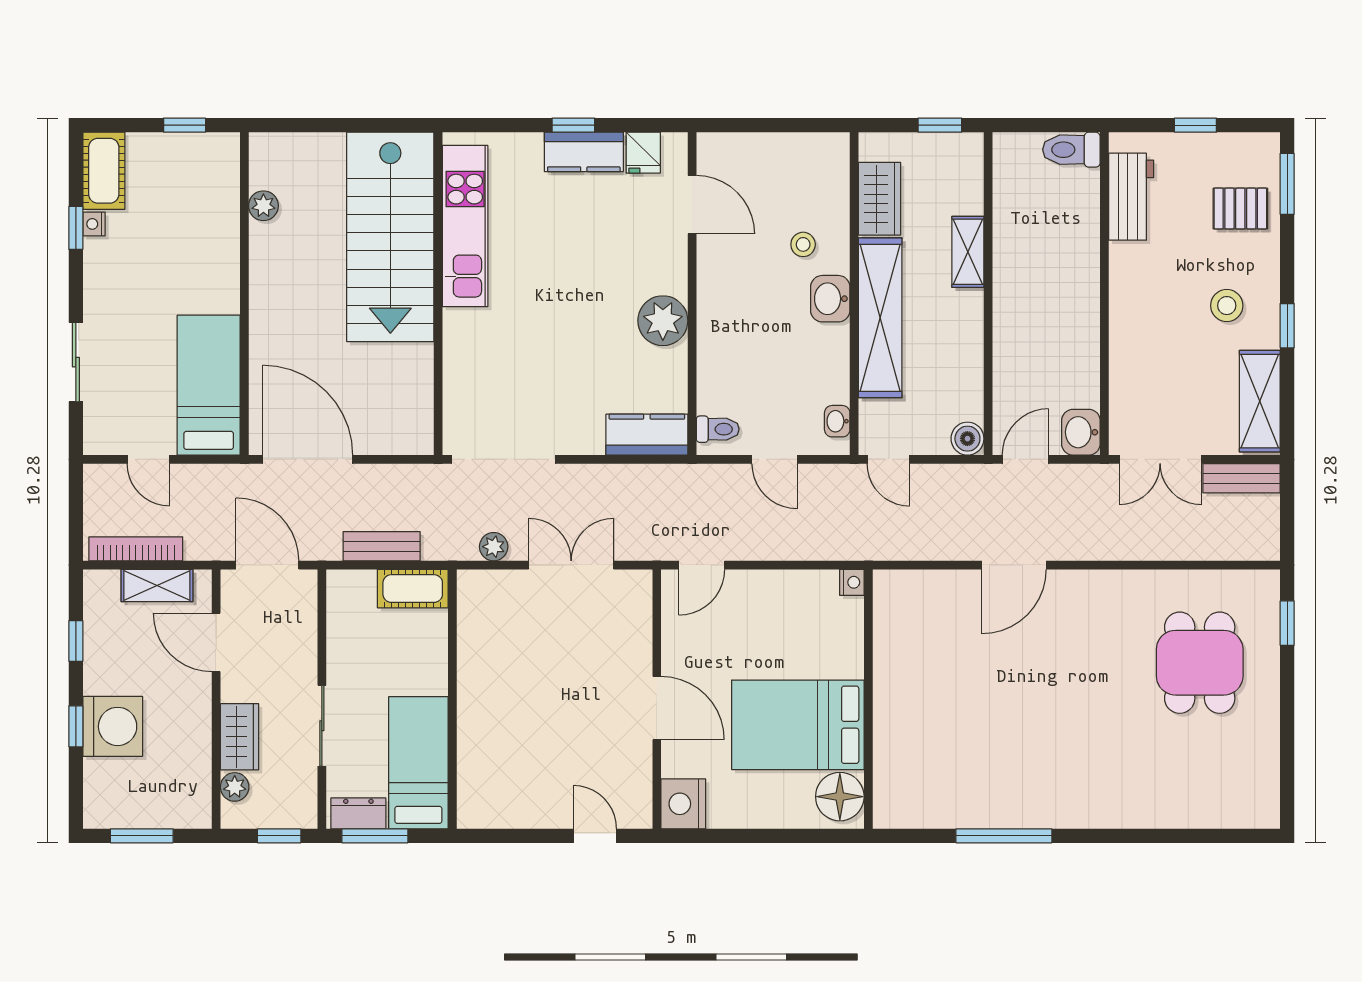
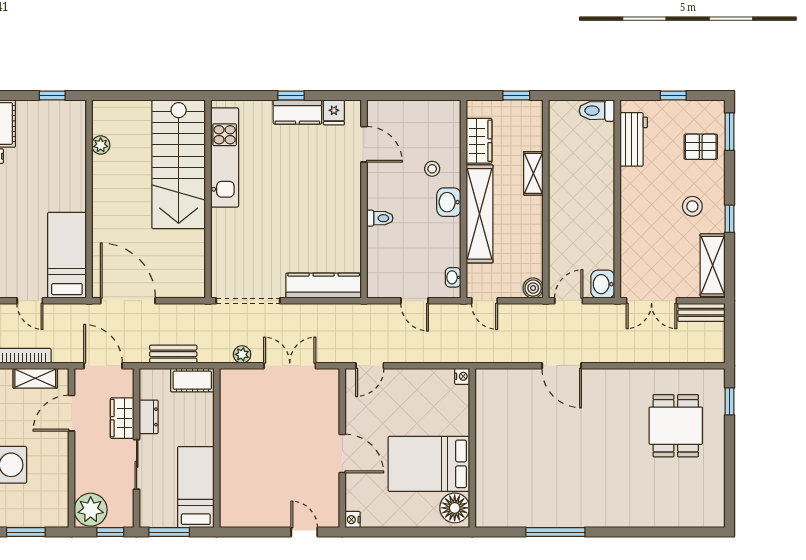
plant: (663, 321) -> (346, 216), removed
toilet: (718, 429) -> (380, 218), moved
kitchen counter: (647, 435) -> (324, 286), width x1.50
door: (1014, 565) -> (562, 366), hinge flipped
door: (216, 642) -> (72, 413), hinge flipped
wardrobe: (240, 737) -> (122, 418), moved, turned 180
plant: (235, 787) -> (91, 510), width x1.88, depth x1.88
nightstand: (683, 804) -> (353, 520), width x0.53, depth x0.56
dresser: (358, 813) -> (149, 417), moved, turned 90

